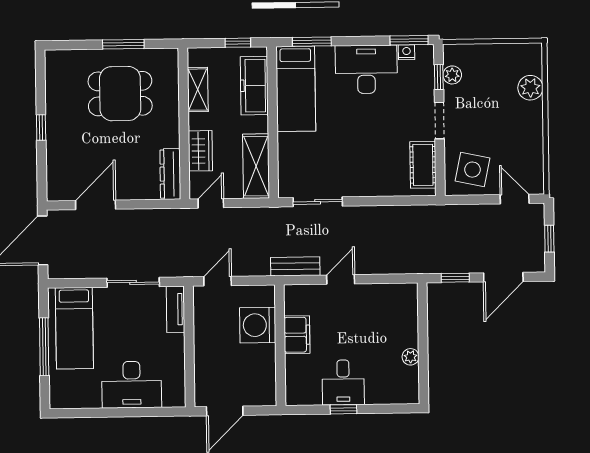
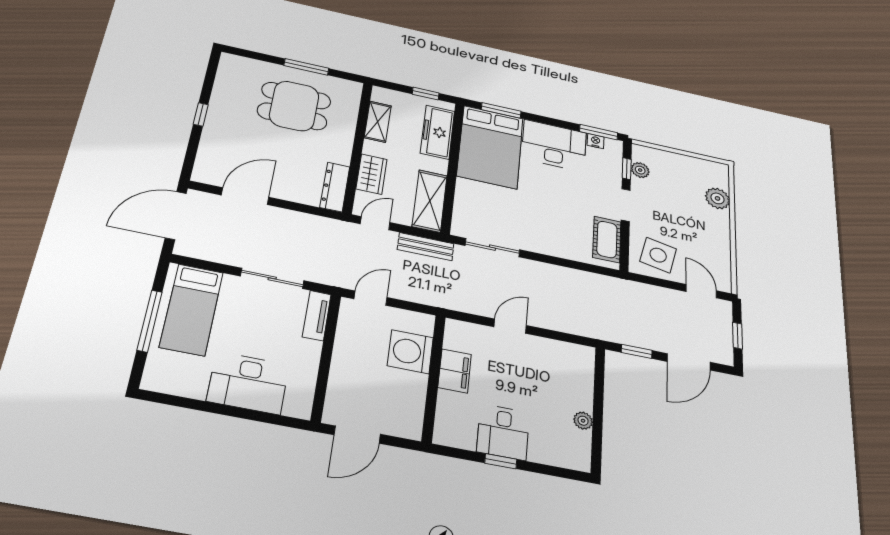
bed: (296, 89) -> (490, 147), width x1.50
bench: (295, 266) -> (426, 247), moved

